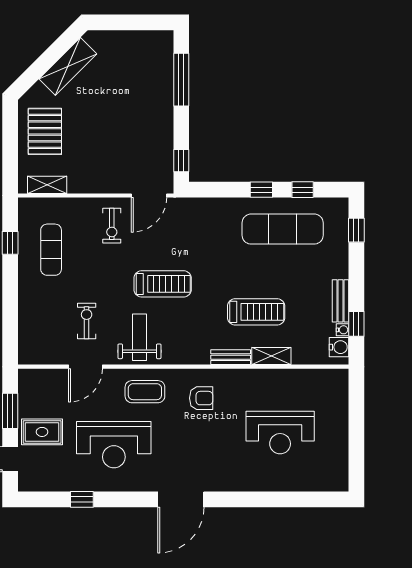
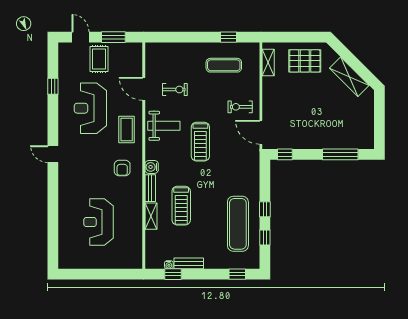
water cooler: (339, 347) -> (152, 167), moved, turned 90
door: (181, 499) -> (53, 154), width x0.53

